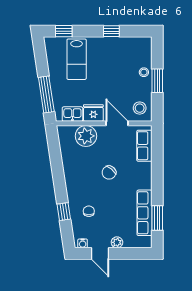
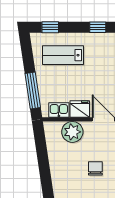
lab bench: (77, 59) -> (63, 55), turned 90
chair: (109, 173) -> (95, 168), turned 139

